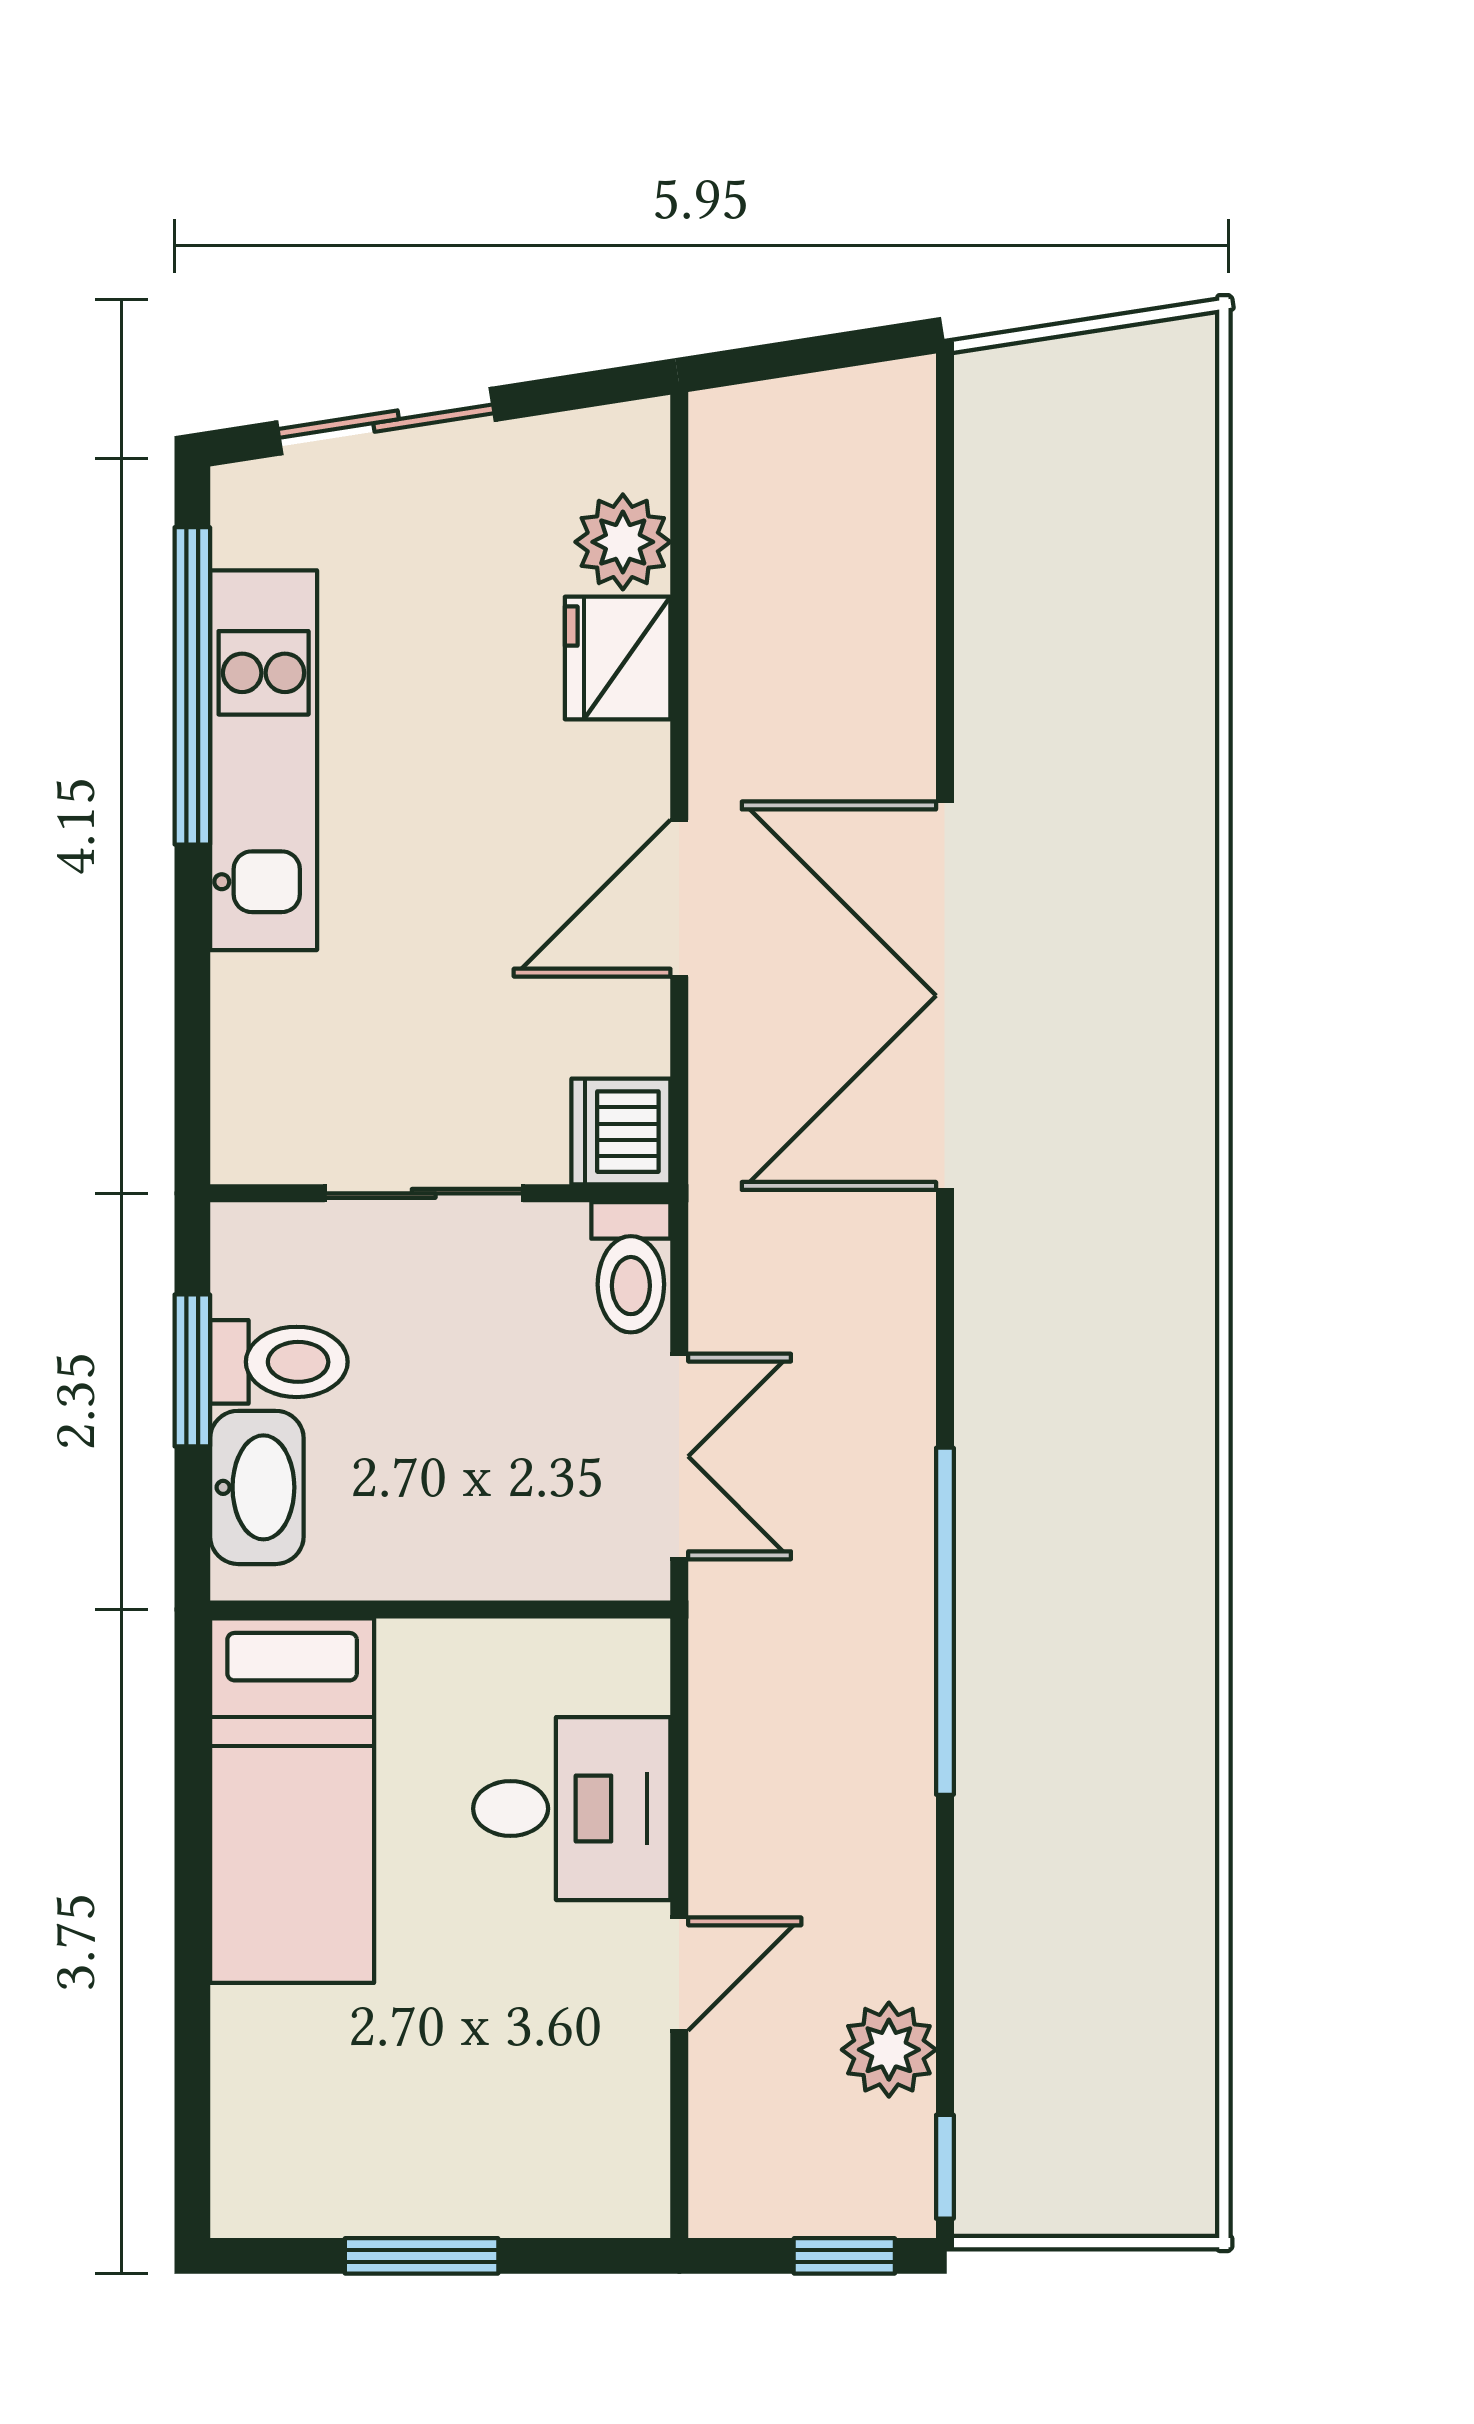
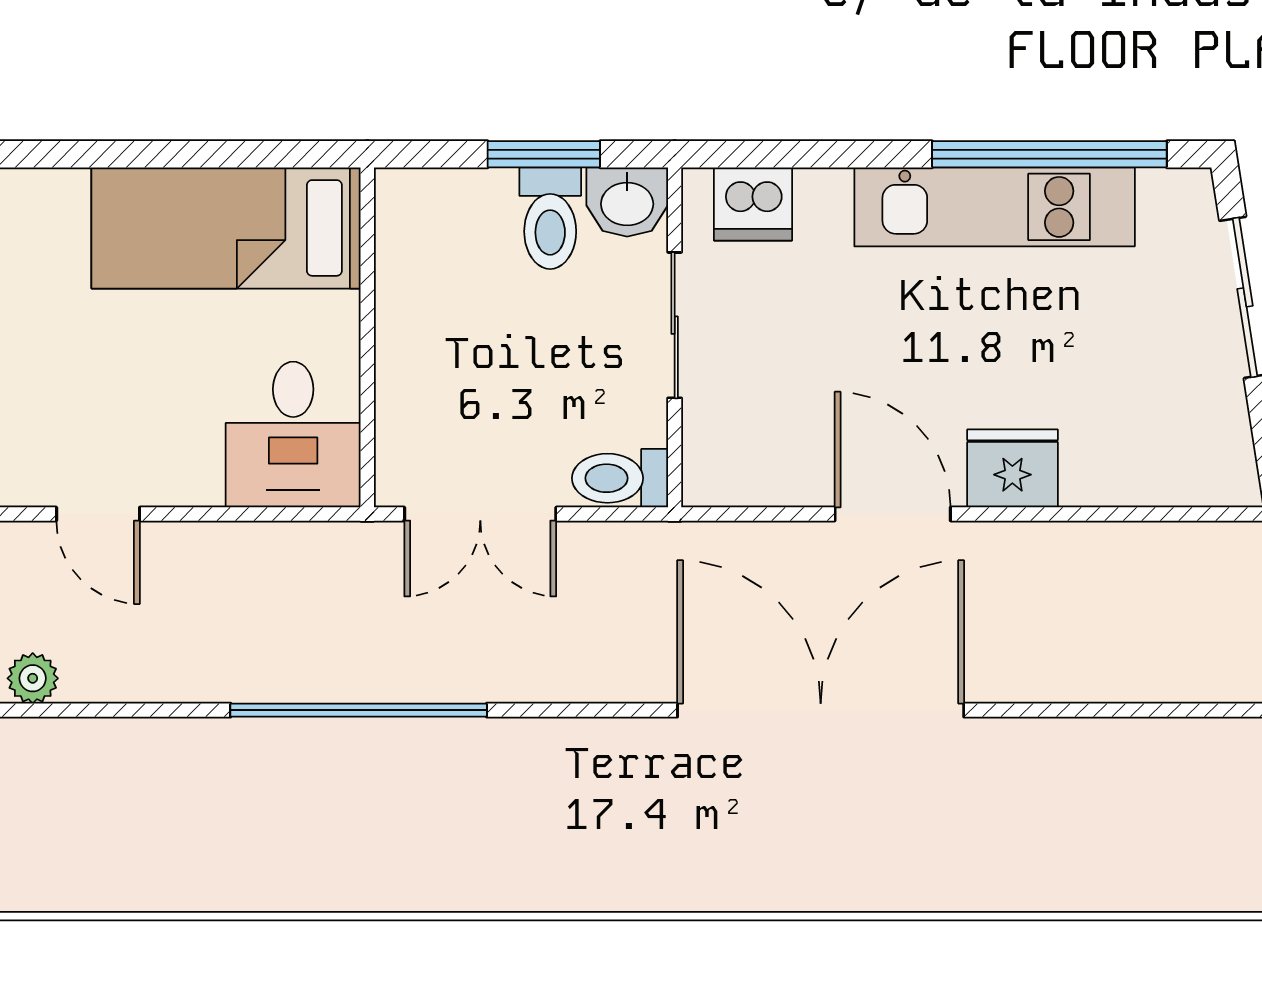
plant: (623, 542) -> (1156, 472), removed
fridge: (618, 658) -> (1012, 468), moved
dishwasher: (621, 1132) -> (753, 204), moved, turned 180
washbasin: (257, 1487) -> (627, 202), moved, width x0.72
desk: (572, 1809) -> (293, 435), moved
plant: (889, 2050) -> (33, 678), width x0.73, depth x0.73

